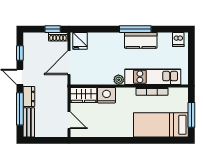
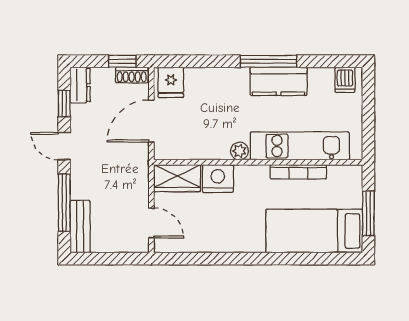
dresser: (29, 96) -> (80, 85), moved

